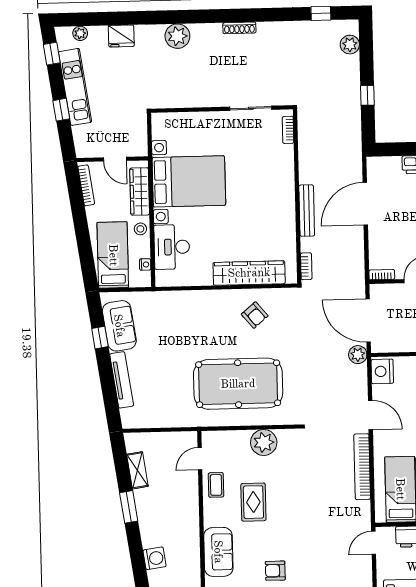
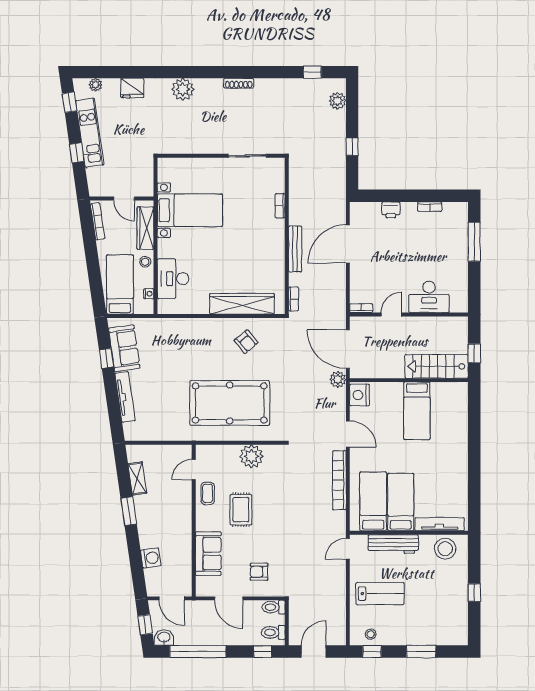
bookcase: (288, 130) -> (280, 206), moved
bed with nightstands: (189, 181) -> (190, 210), width x0.73

